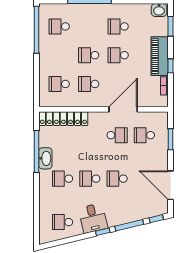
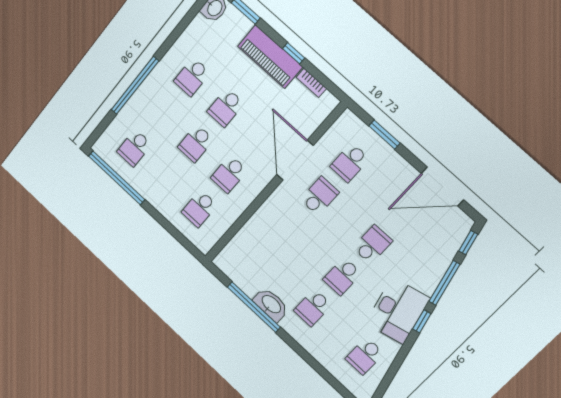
locker: (63, 119) -> (243, 241), removed
school desk: (117, 179) -> (373, 244), turned 180
desk: (93, 218) -> (398, 311), width x1.37

